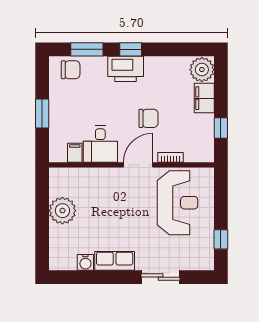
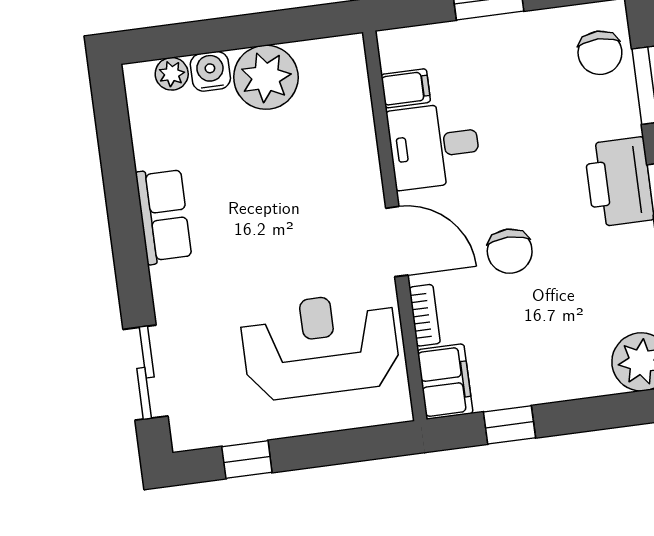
filing cabinet: (204, 98) -> (445, 382), moved, turned 90
reception desk: (178, 203) -> (320, 346), turned 180
plant: (56, 250) -> (172, 74), added
water cooler: (85, 262) -> (210, 71), moved, turned 90
sliding door: (161, 277) -> (145, 373), moved

